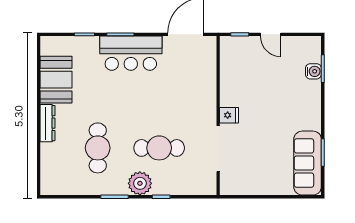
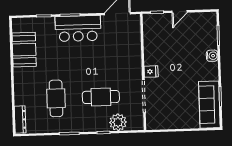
door: (271, 34) -> (180, 12), hinge flipped
water cooler: (313, 71) -> (212, 56), moved
dresser: (48, 123) -> (20, 120), moved
plant: (140, 183) -> (118, 122), moved

